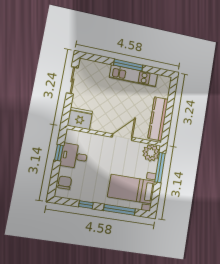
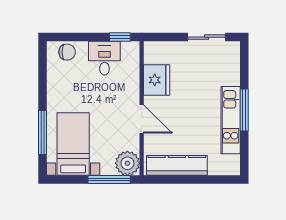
fridge: (80, 118) -> (157, 80), moved
window: (59, 153) -> (120, 37), moved
window: (86, 205) -> (42, 85), removed

